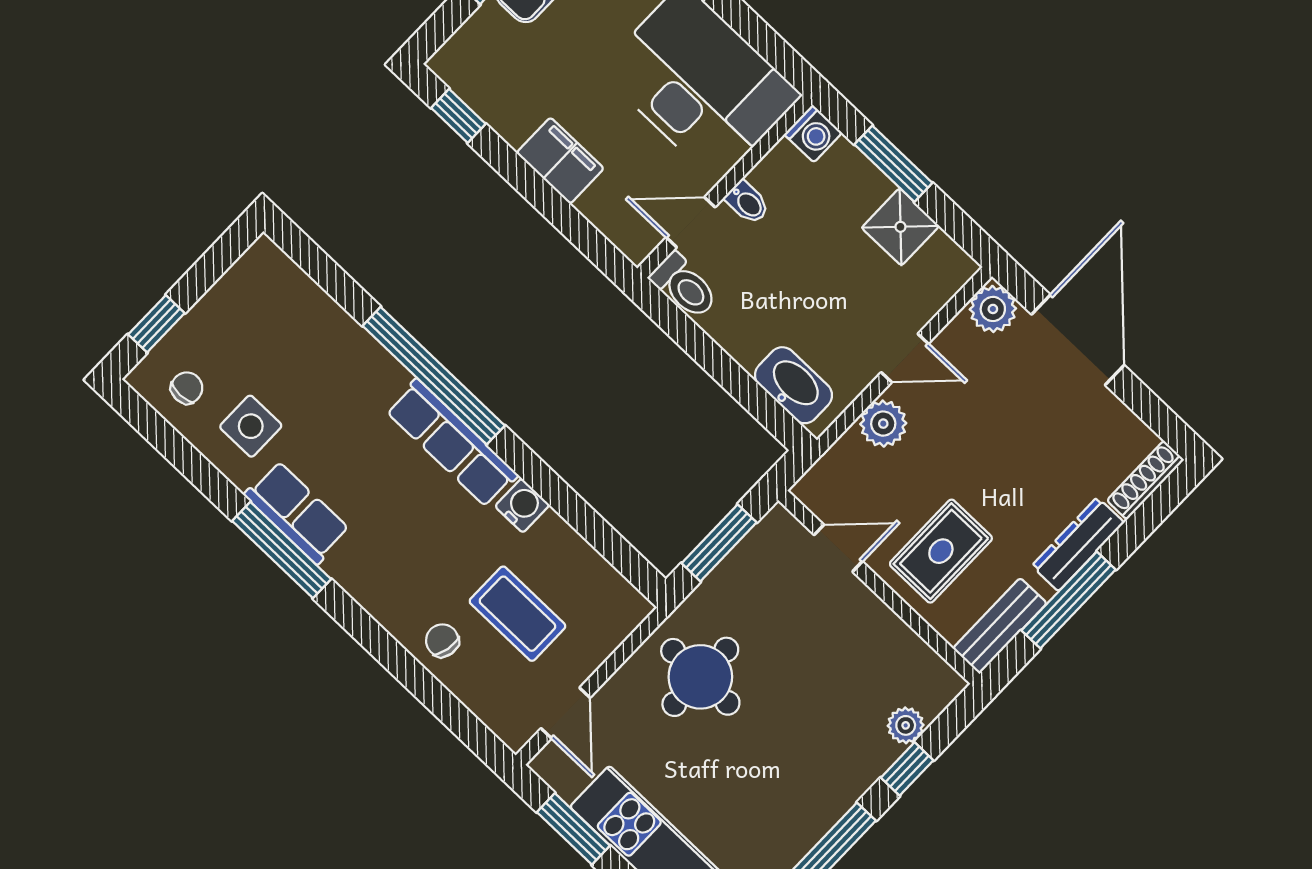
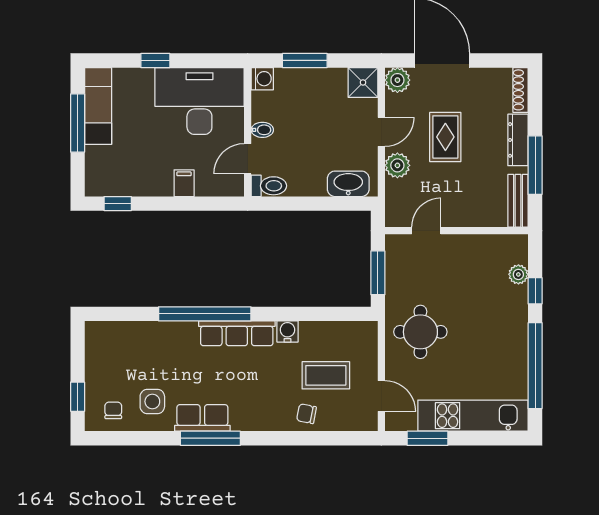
filing cabinet: (560, 161) -> (184, 183), width x0.50
shower: (900, 227) -> (363, 82), moved
rug: (941, 551) -> (445, 137), moved

